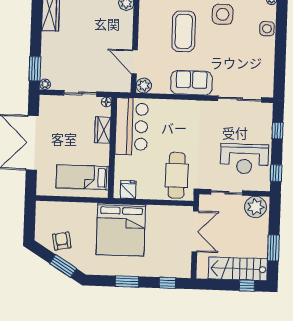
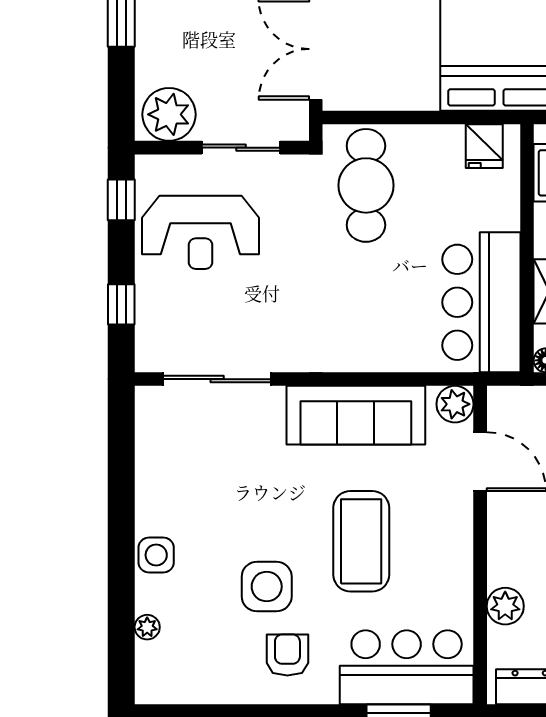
sofa: (191, 83) -> (356, 415), width x1.36
reception desk: (244, 159) -> (200, 232), turned 180

